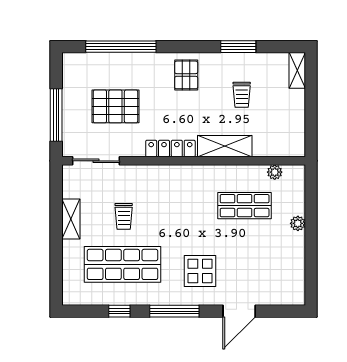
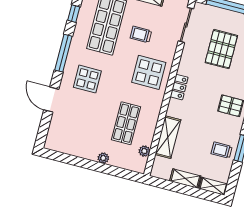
trolley: (242, 95) -> (222, 150), moved
shelving: (297, 109) -> (185, 178), added
shelving: (225, 146) -> (168, 137), moved
locker: (170, 148) -> (179, 87), width x0.66
display table: (170, 193) -> (149, 72), added

